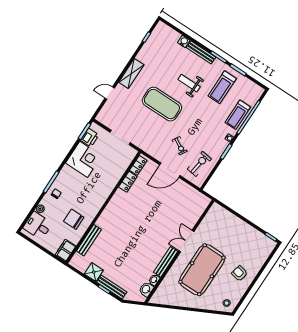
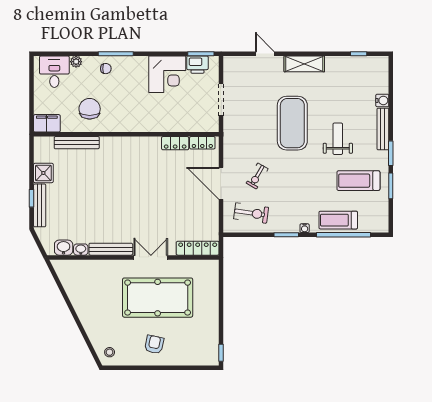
locker: (199, 210) -> (198, 248), added
pool table: (202, 270) -> (158, 298), moved

